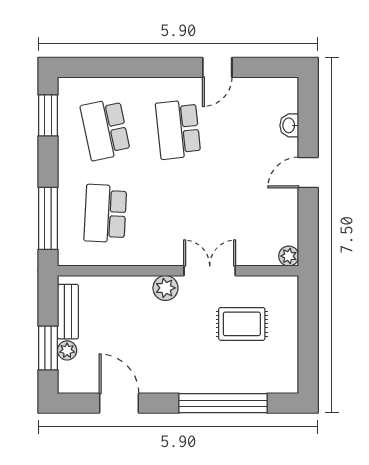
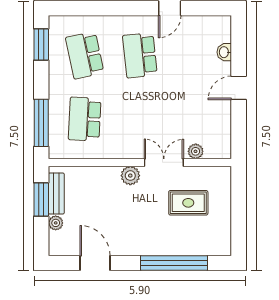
plant: (289, 256) -> (196, 151), moved
window: (48, 348) -> (41, 200), moved

